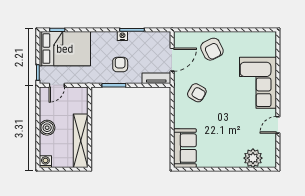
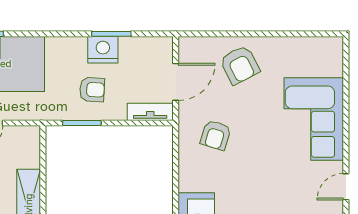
nightstand: (122, 36) -> (103, 50), width x1.89, depth x1.79
armchair: (120, 65) -> (92, 90), turned 93
armchair: (197, 93) -> (216, 135), turned 77

